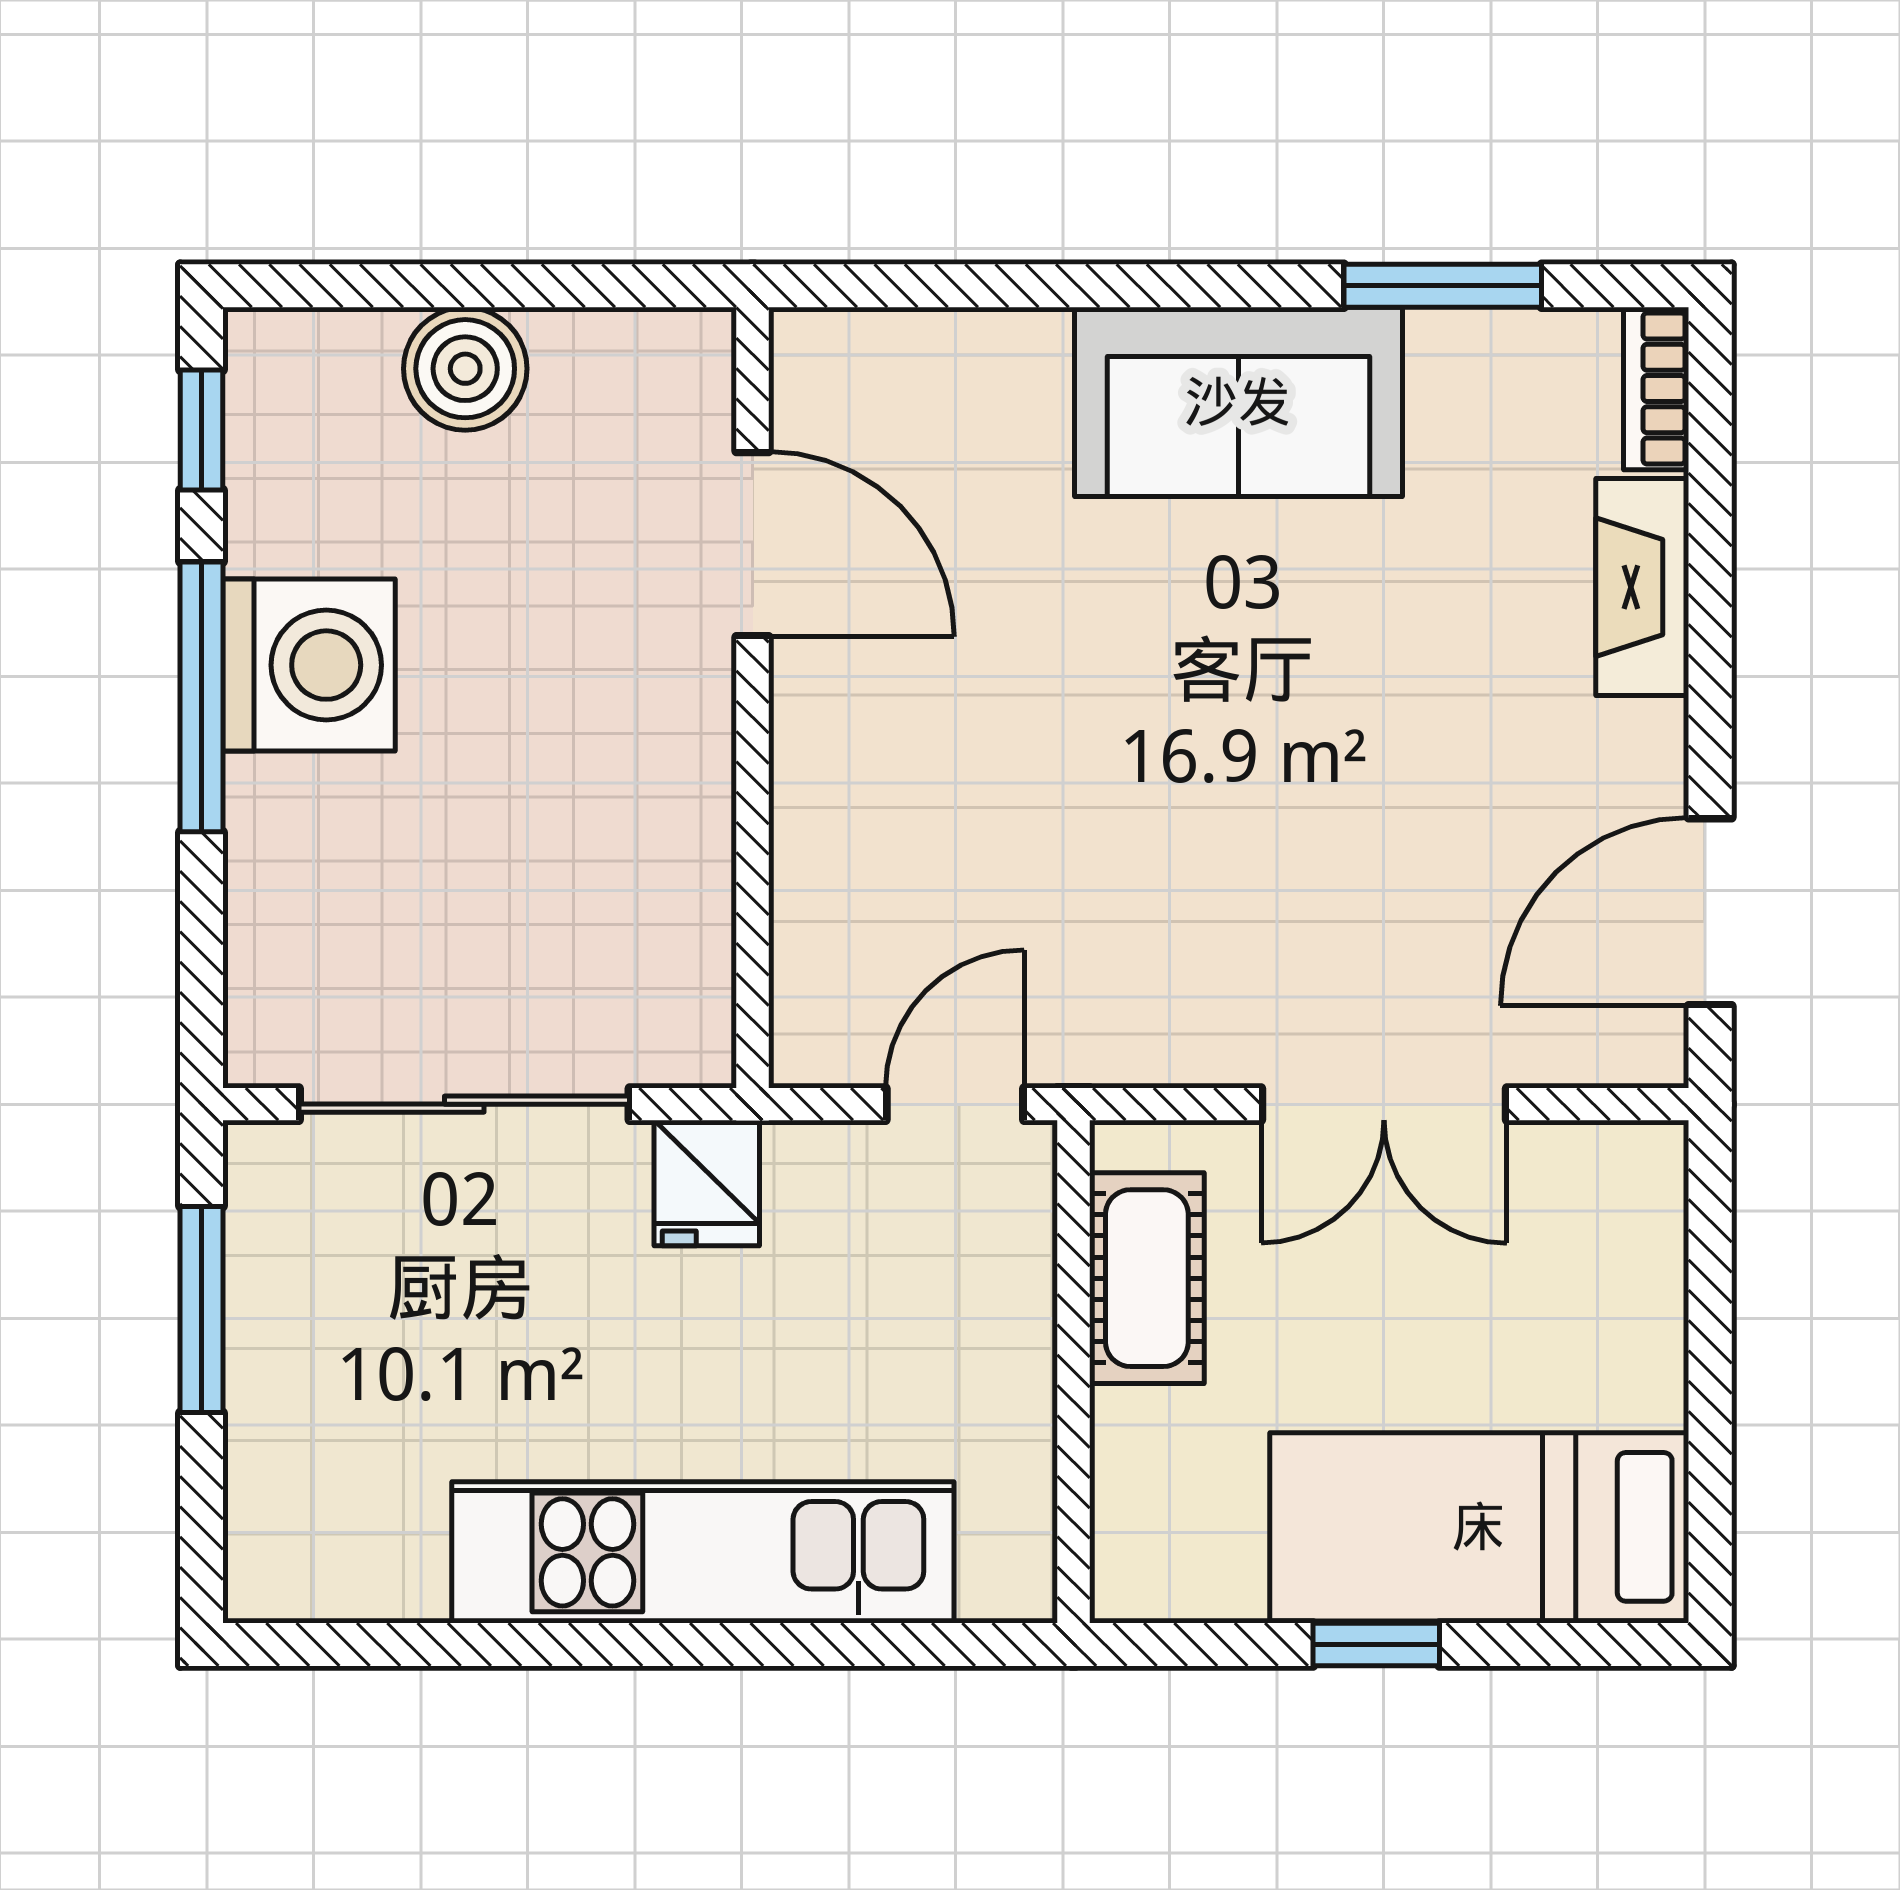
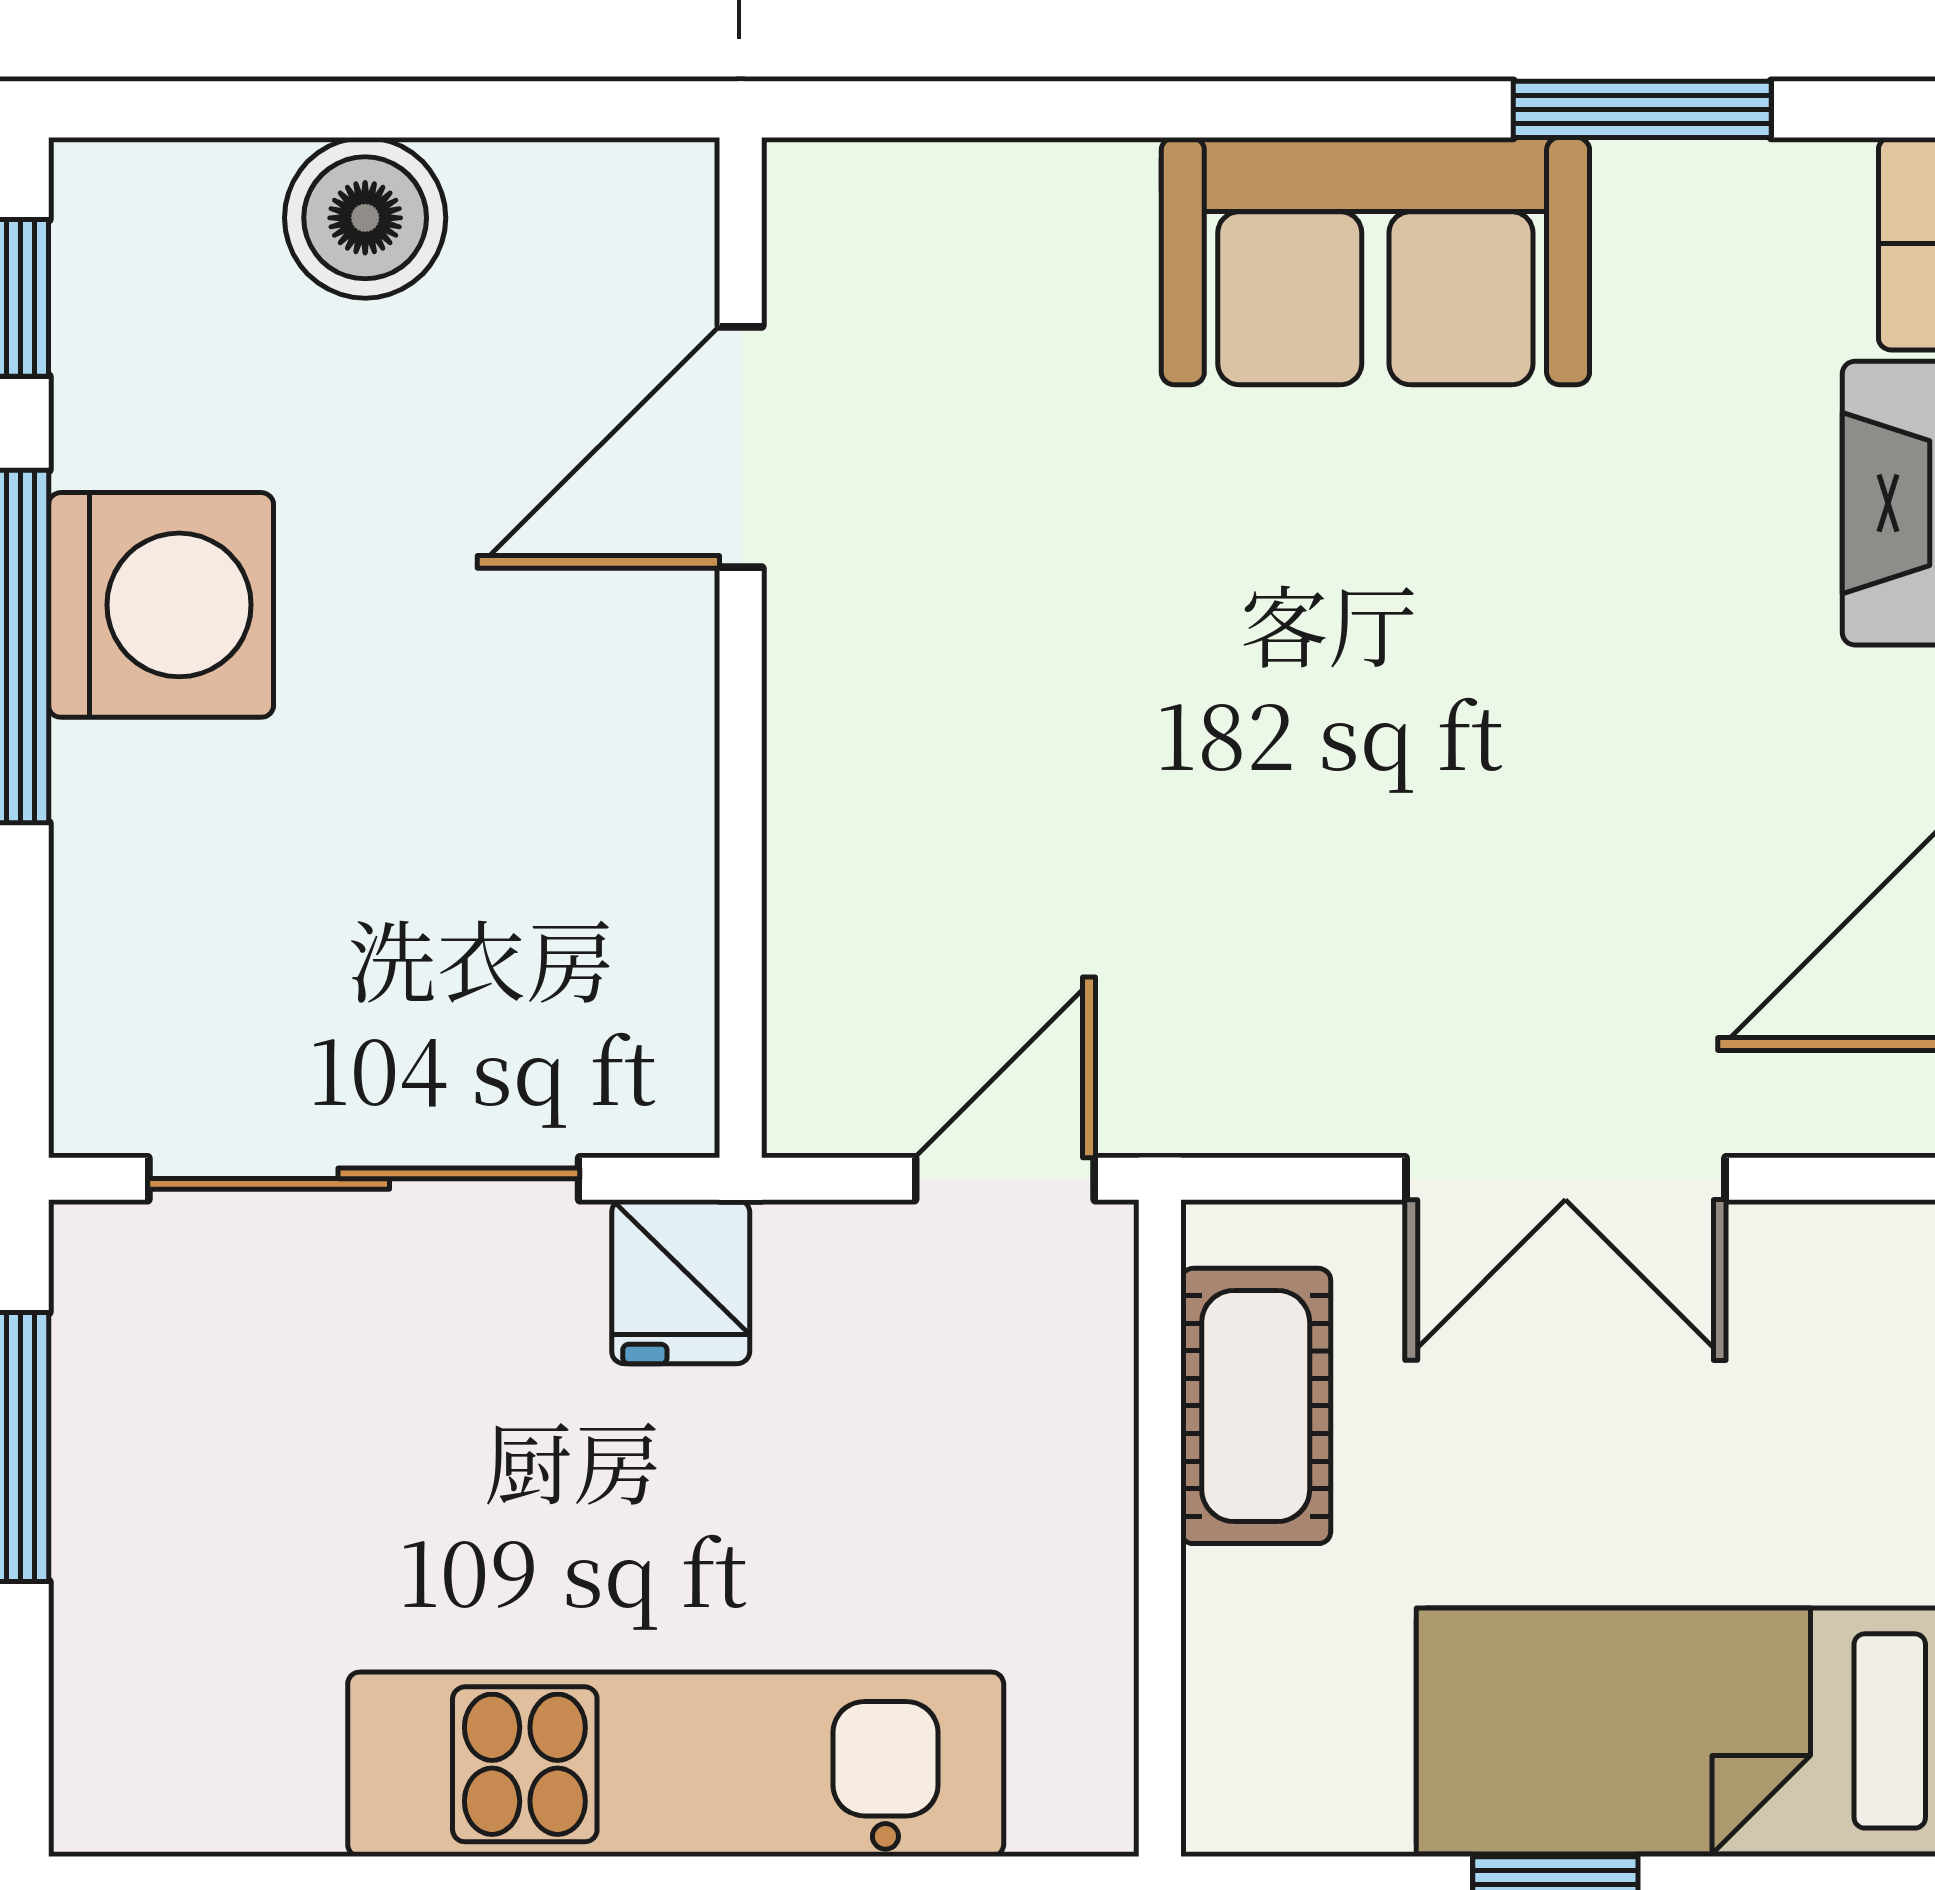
door: (753, 544) -> (741, 447), swing flipped

